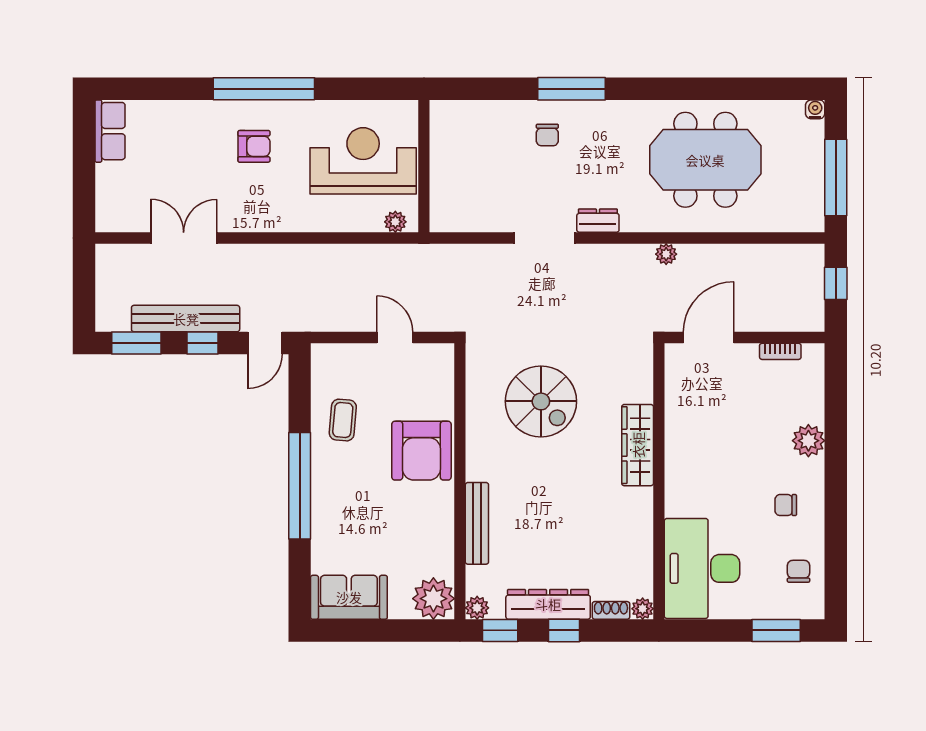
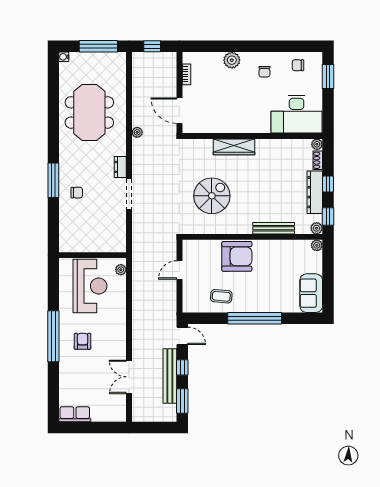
reception desk: (363, 161) -> (90, 286), turned 180
plant: (433, 599) -> (317, 245), width x0.53, depth x0.53

